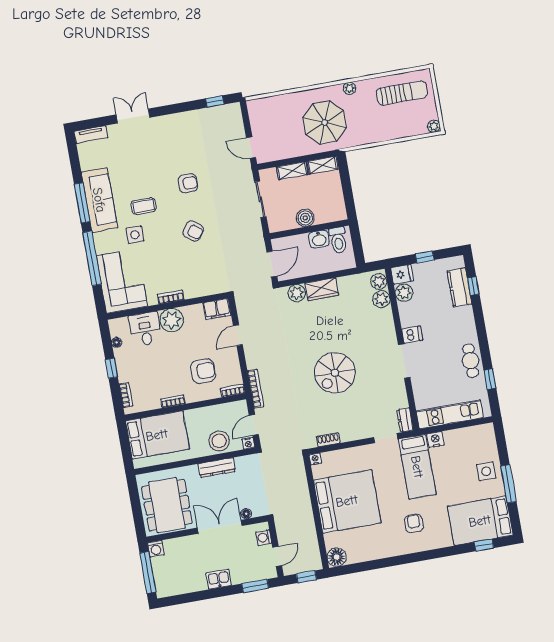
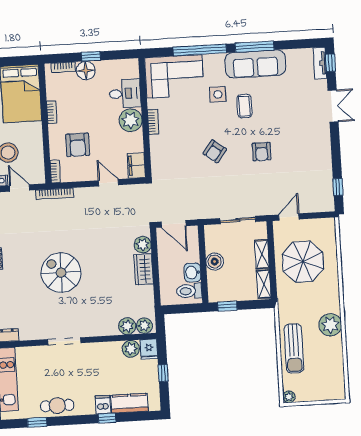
plant: (349, 88) -> (330, 325), width x1.88, depth x1.88
sun lounger: (402, 93) -> (294, 348), moved
parasol: (325, 122) -> (303, 262), moved
window: (89, 124) -> (330, 63), added
window: (349, 200) -> (227, 306), added
window: (473, 286) -> (107, 418), moved
dishwasher: (412, 335) -> (103, 405), moved, turned 180
floor lamp: (117, 342) -> (86, 71), moved, width x1.89, depth x1.89

